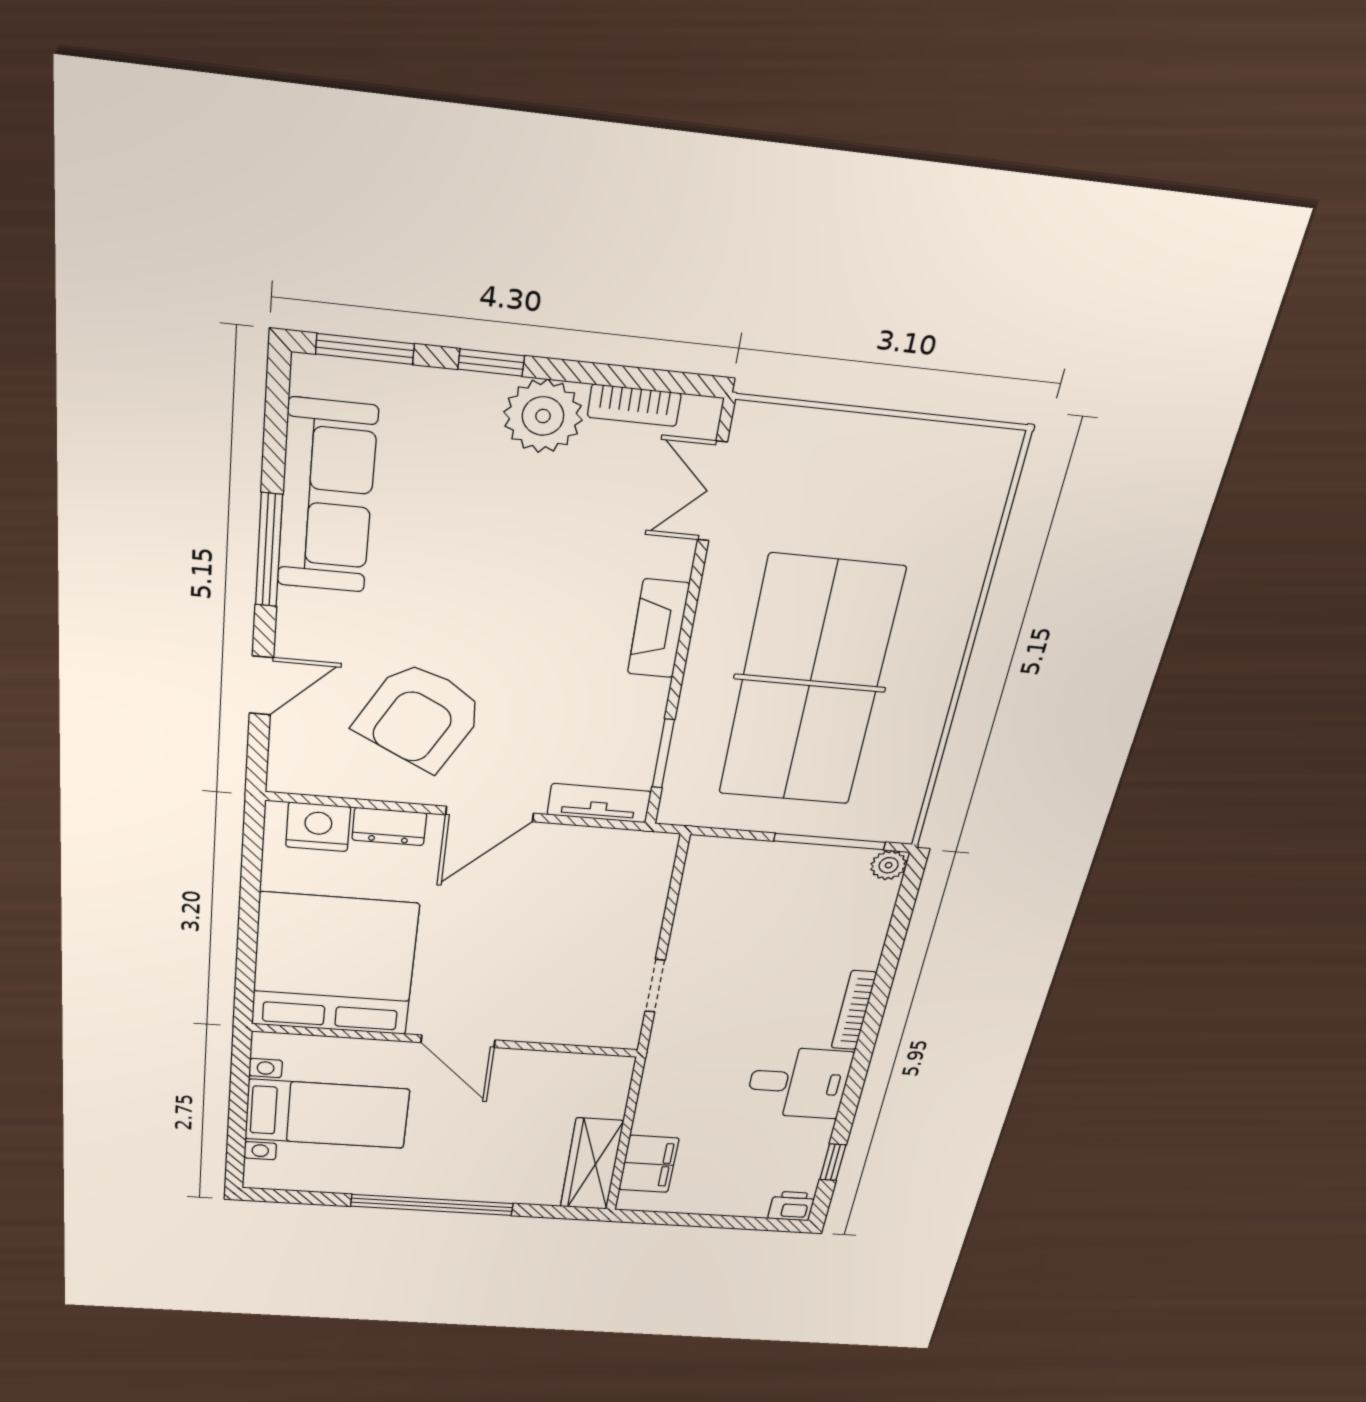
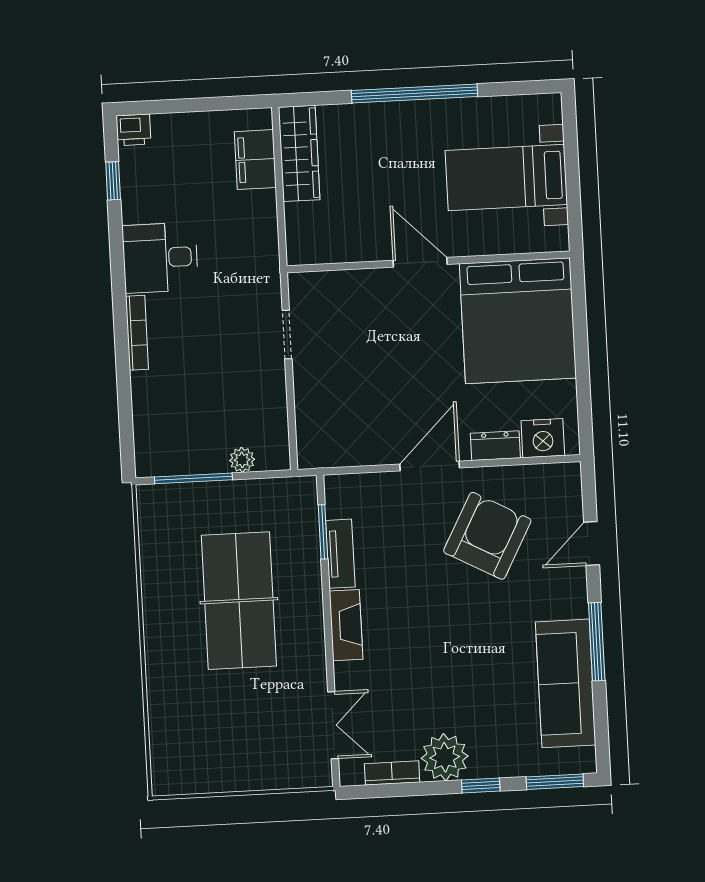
table tennis table: (810, 683) -> (239, 601), width x0.73, depth x0.76
tv unit: (599, 803) -> (340, 554), moved, turned -90
plant: (889, 865) -> (242, 460), moved

